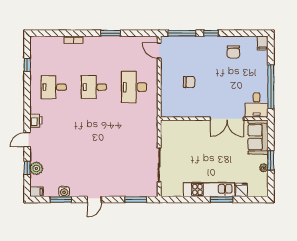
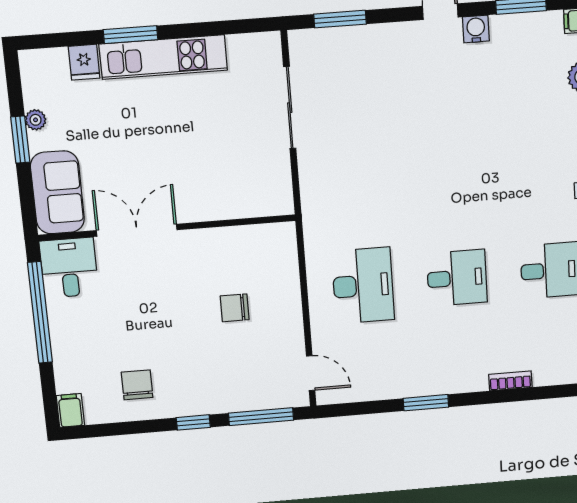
water cooler: (64, 191) -> (476, 29), moved

